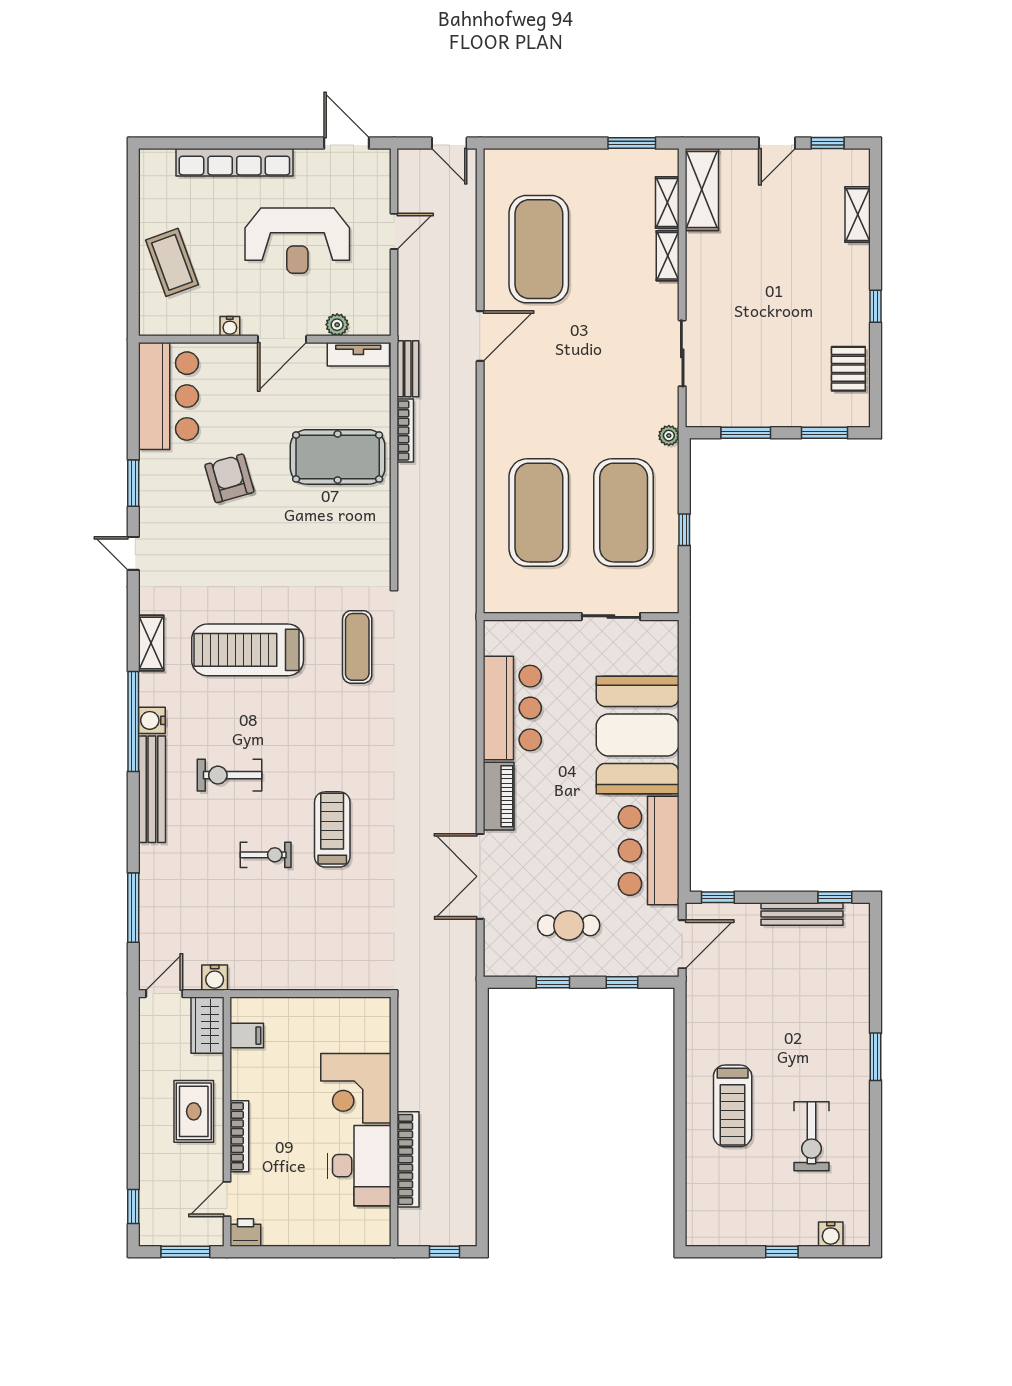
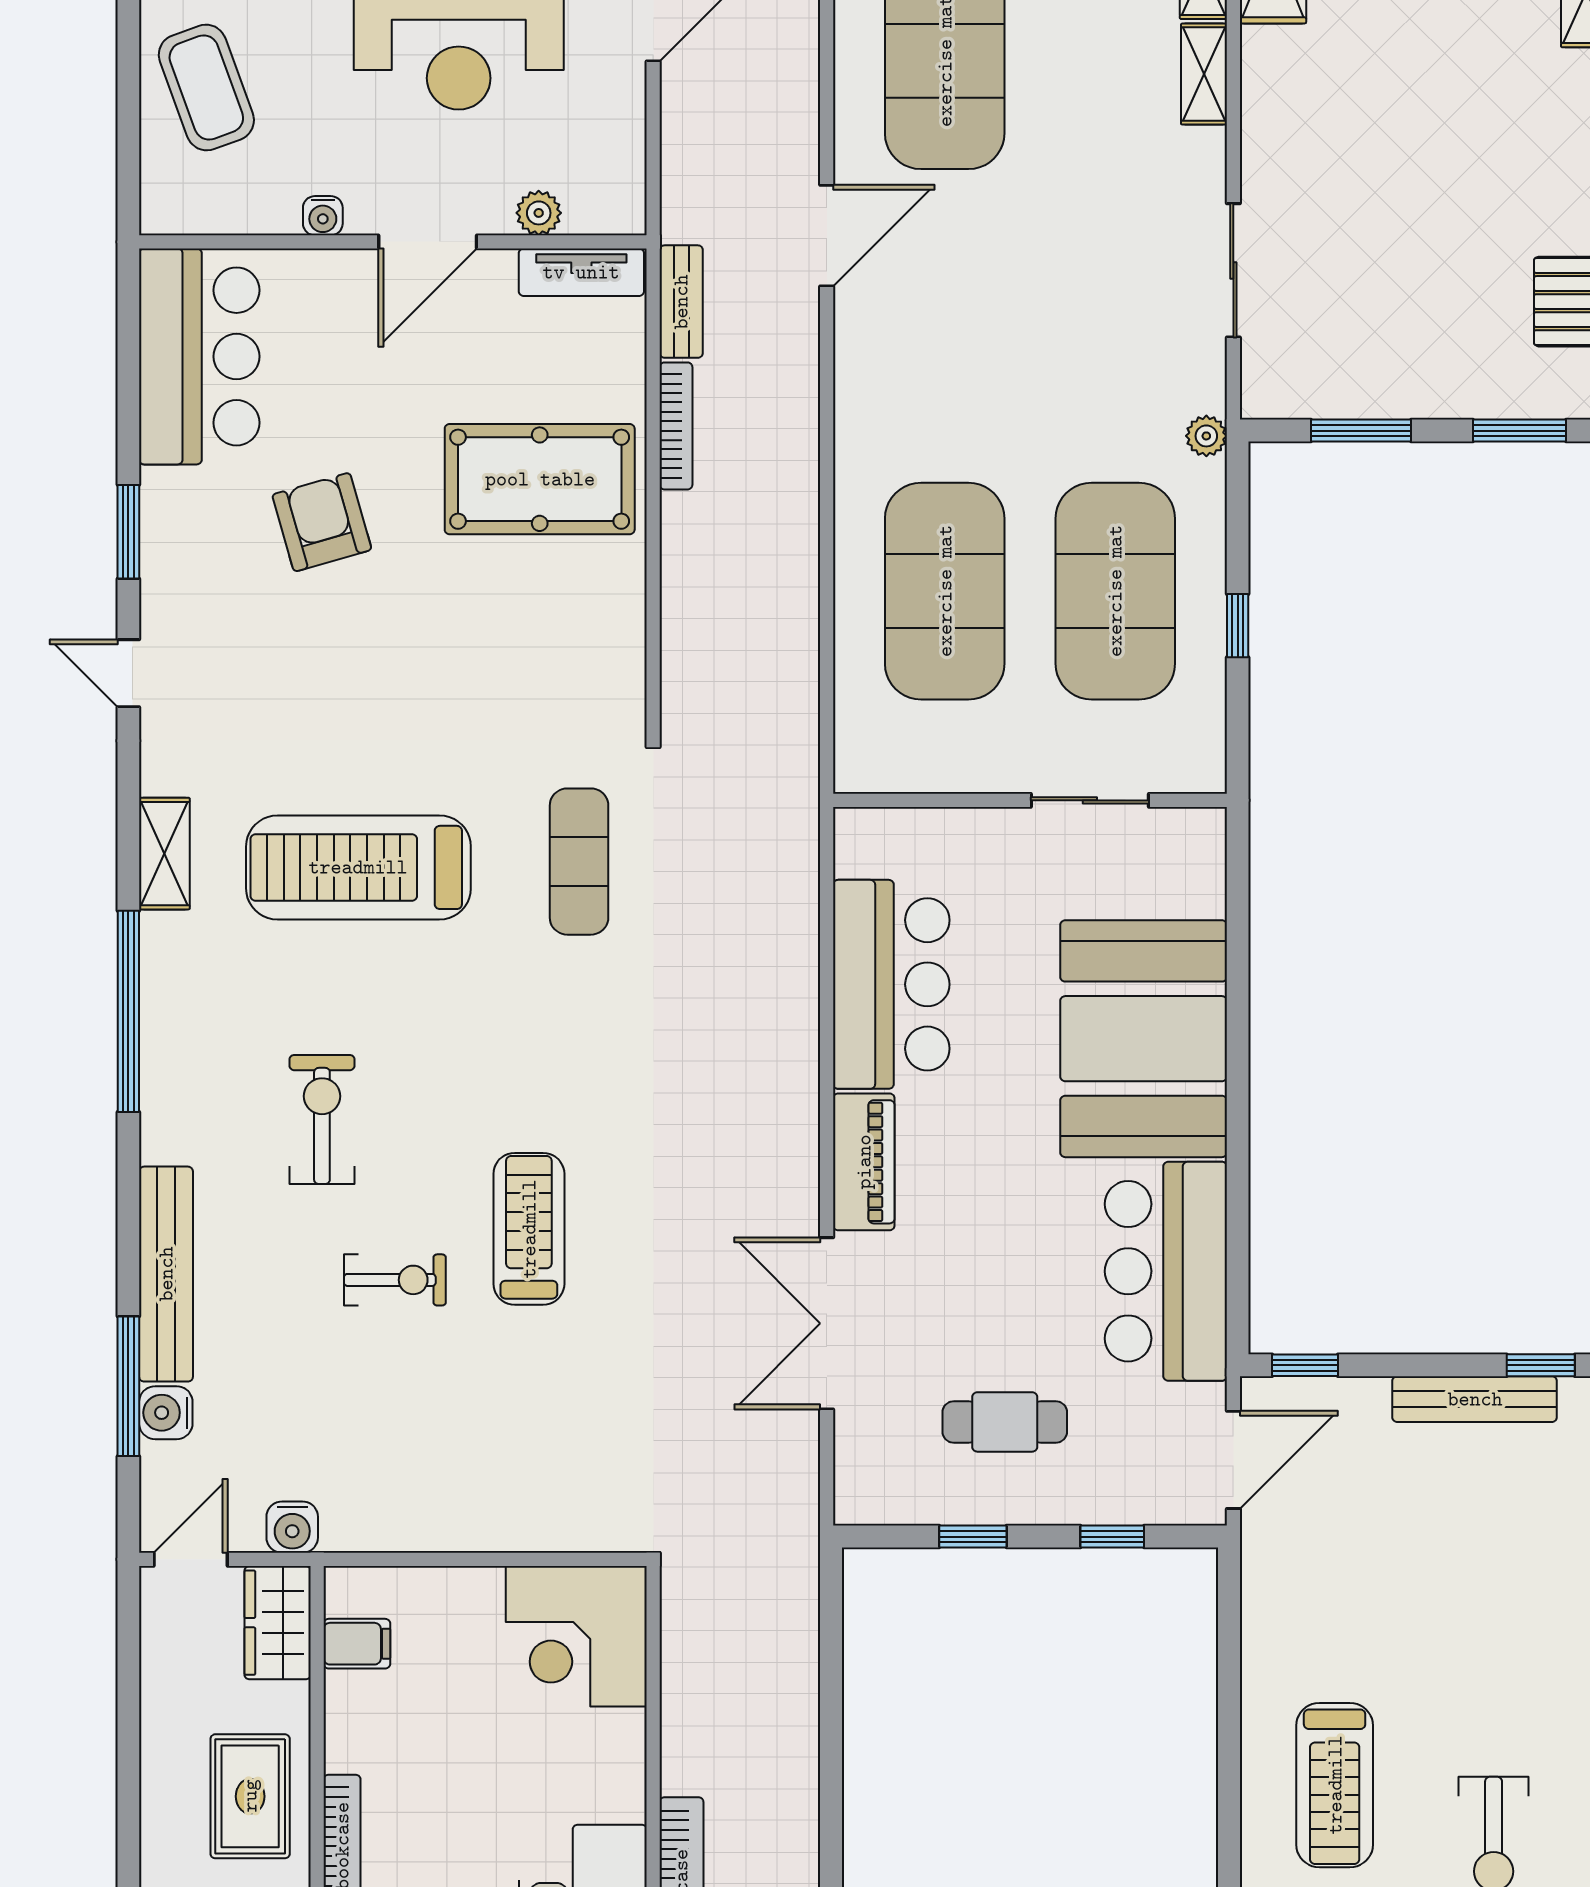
water cooler: (152, 720) -> (166, 1413), moved
exercise bike: (229, 775) -> (322, 1119), turned 90
bench: (152, 789) -> (166, 1274), moved
corner desk: (356, 1088) -> (576, 1636), moved

